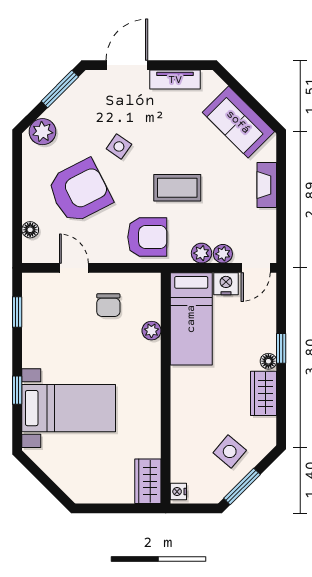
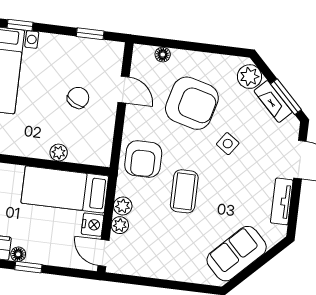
fireplace: (267, 185) -> (273, 101), moved, turned -135
armchair: (80, 191) -> (192, 103), turned -48
door: (74, 268) -> (124, 90), hinge flipped
chair: (108, 305) -> (78, 98), moved, turned 118

